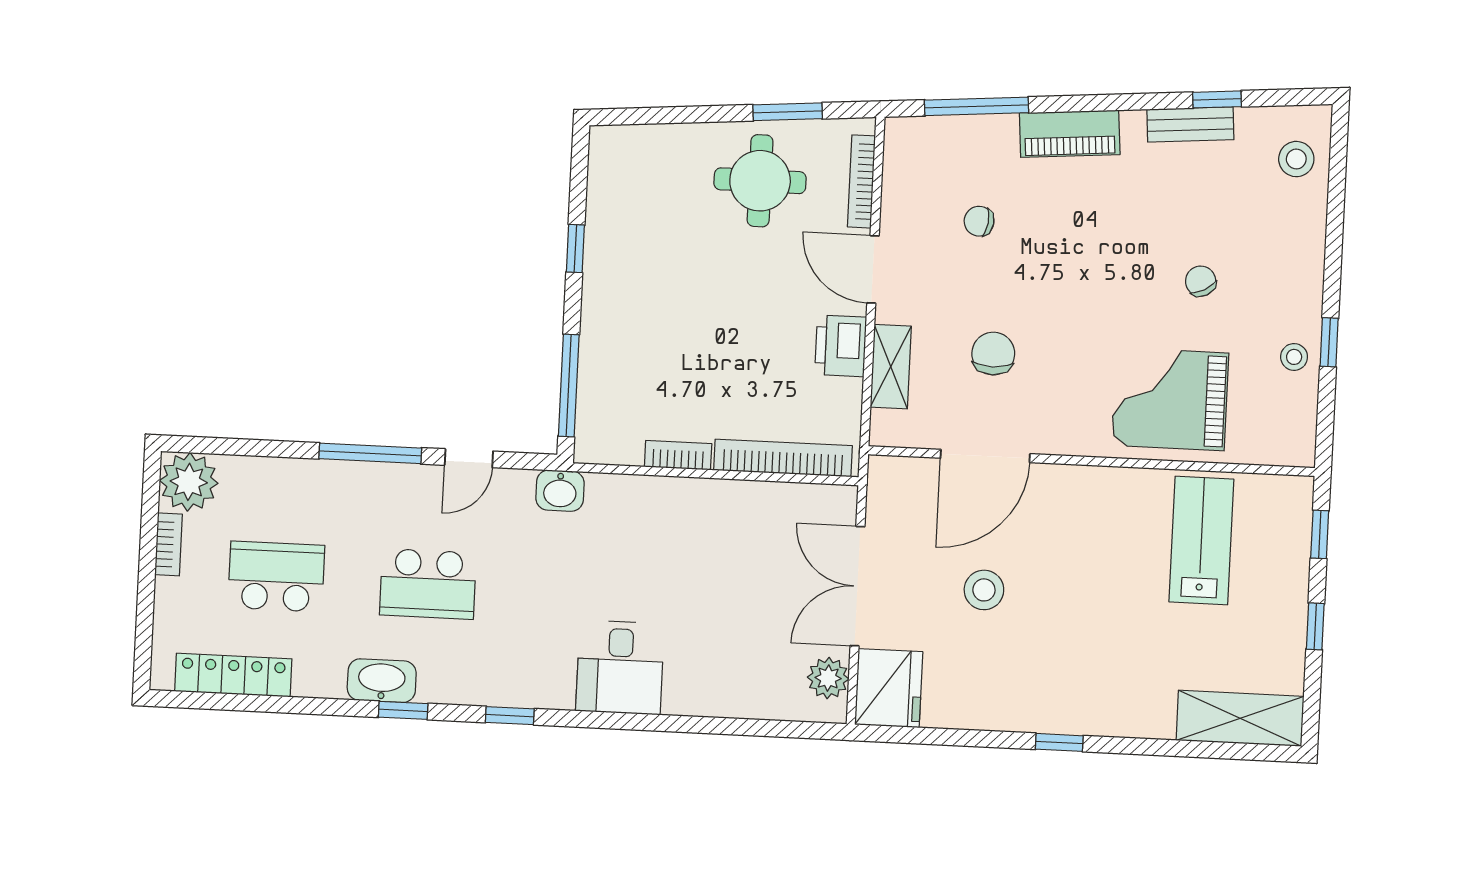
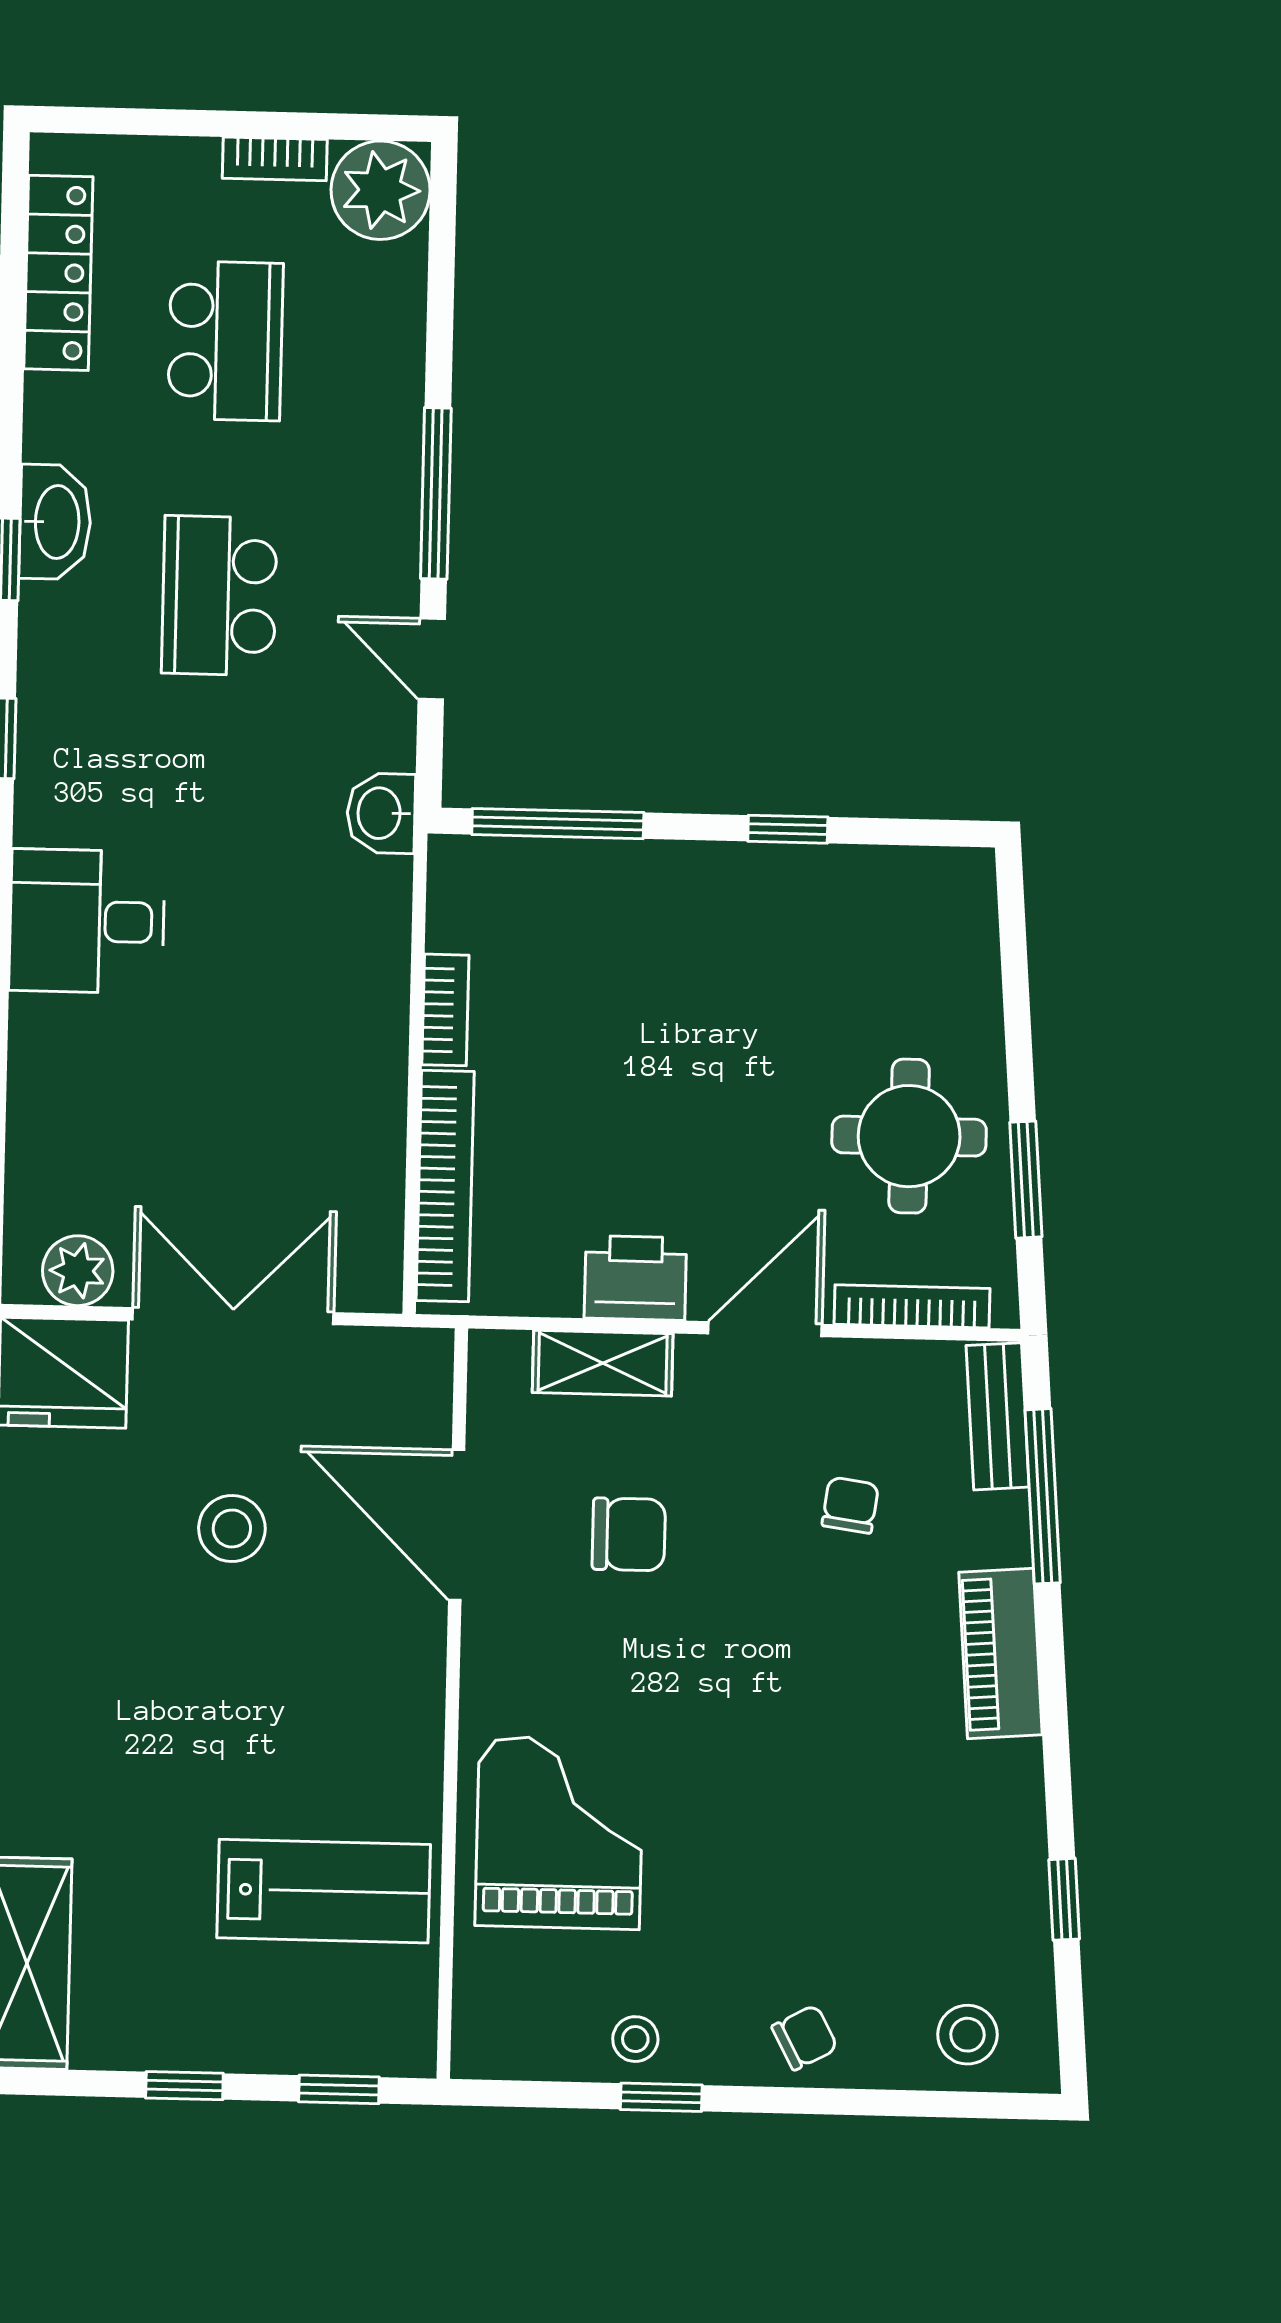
bench: (1190, 125) -> (998, 1416), moved
chair: (1201, 281) -> (805, 2037), moved

